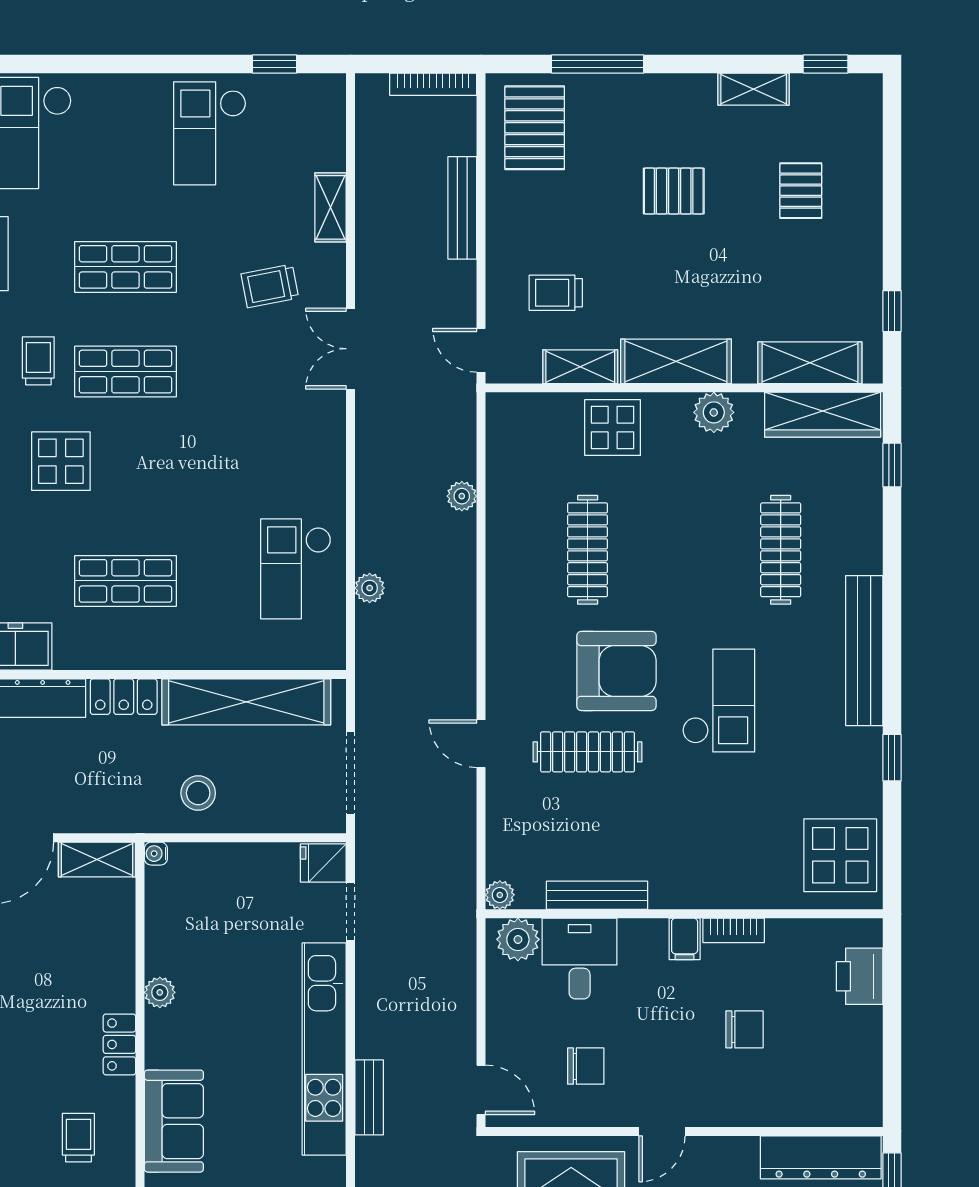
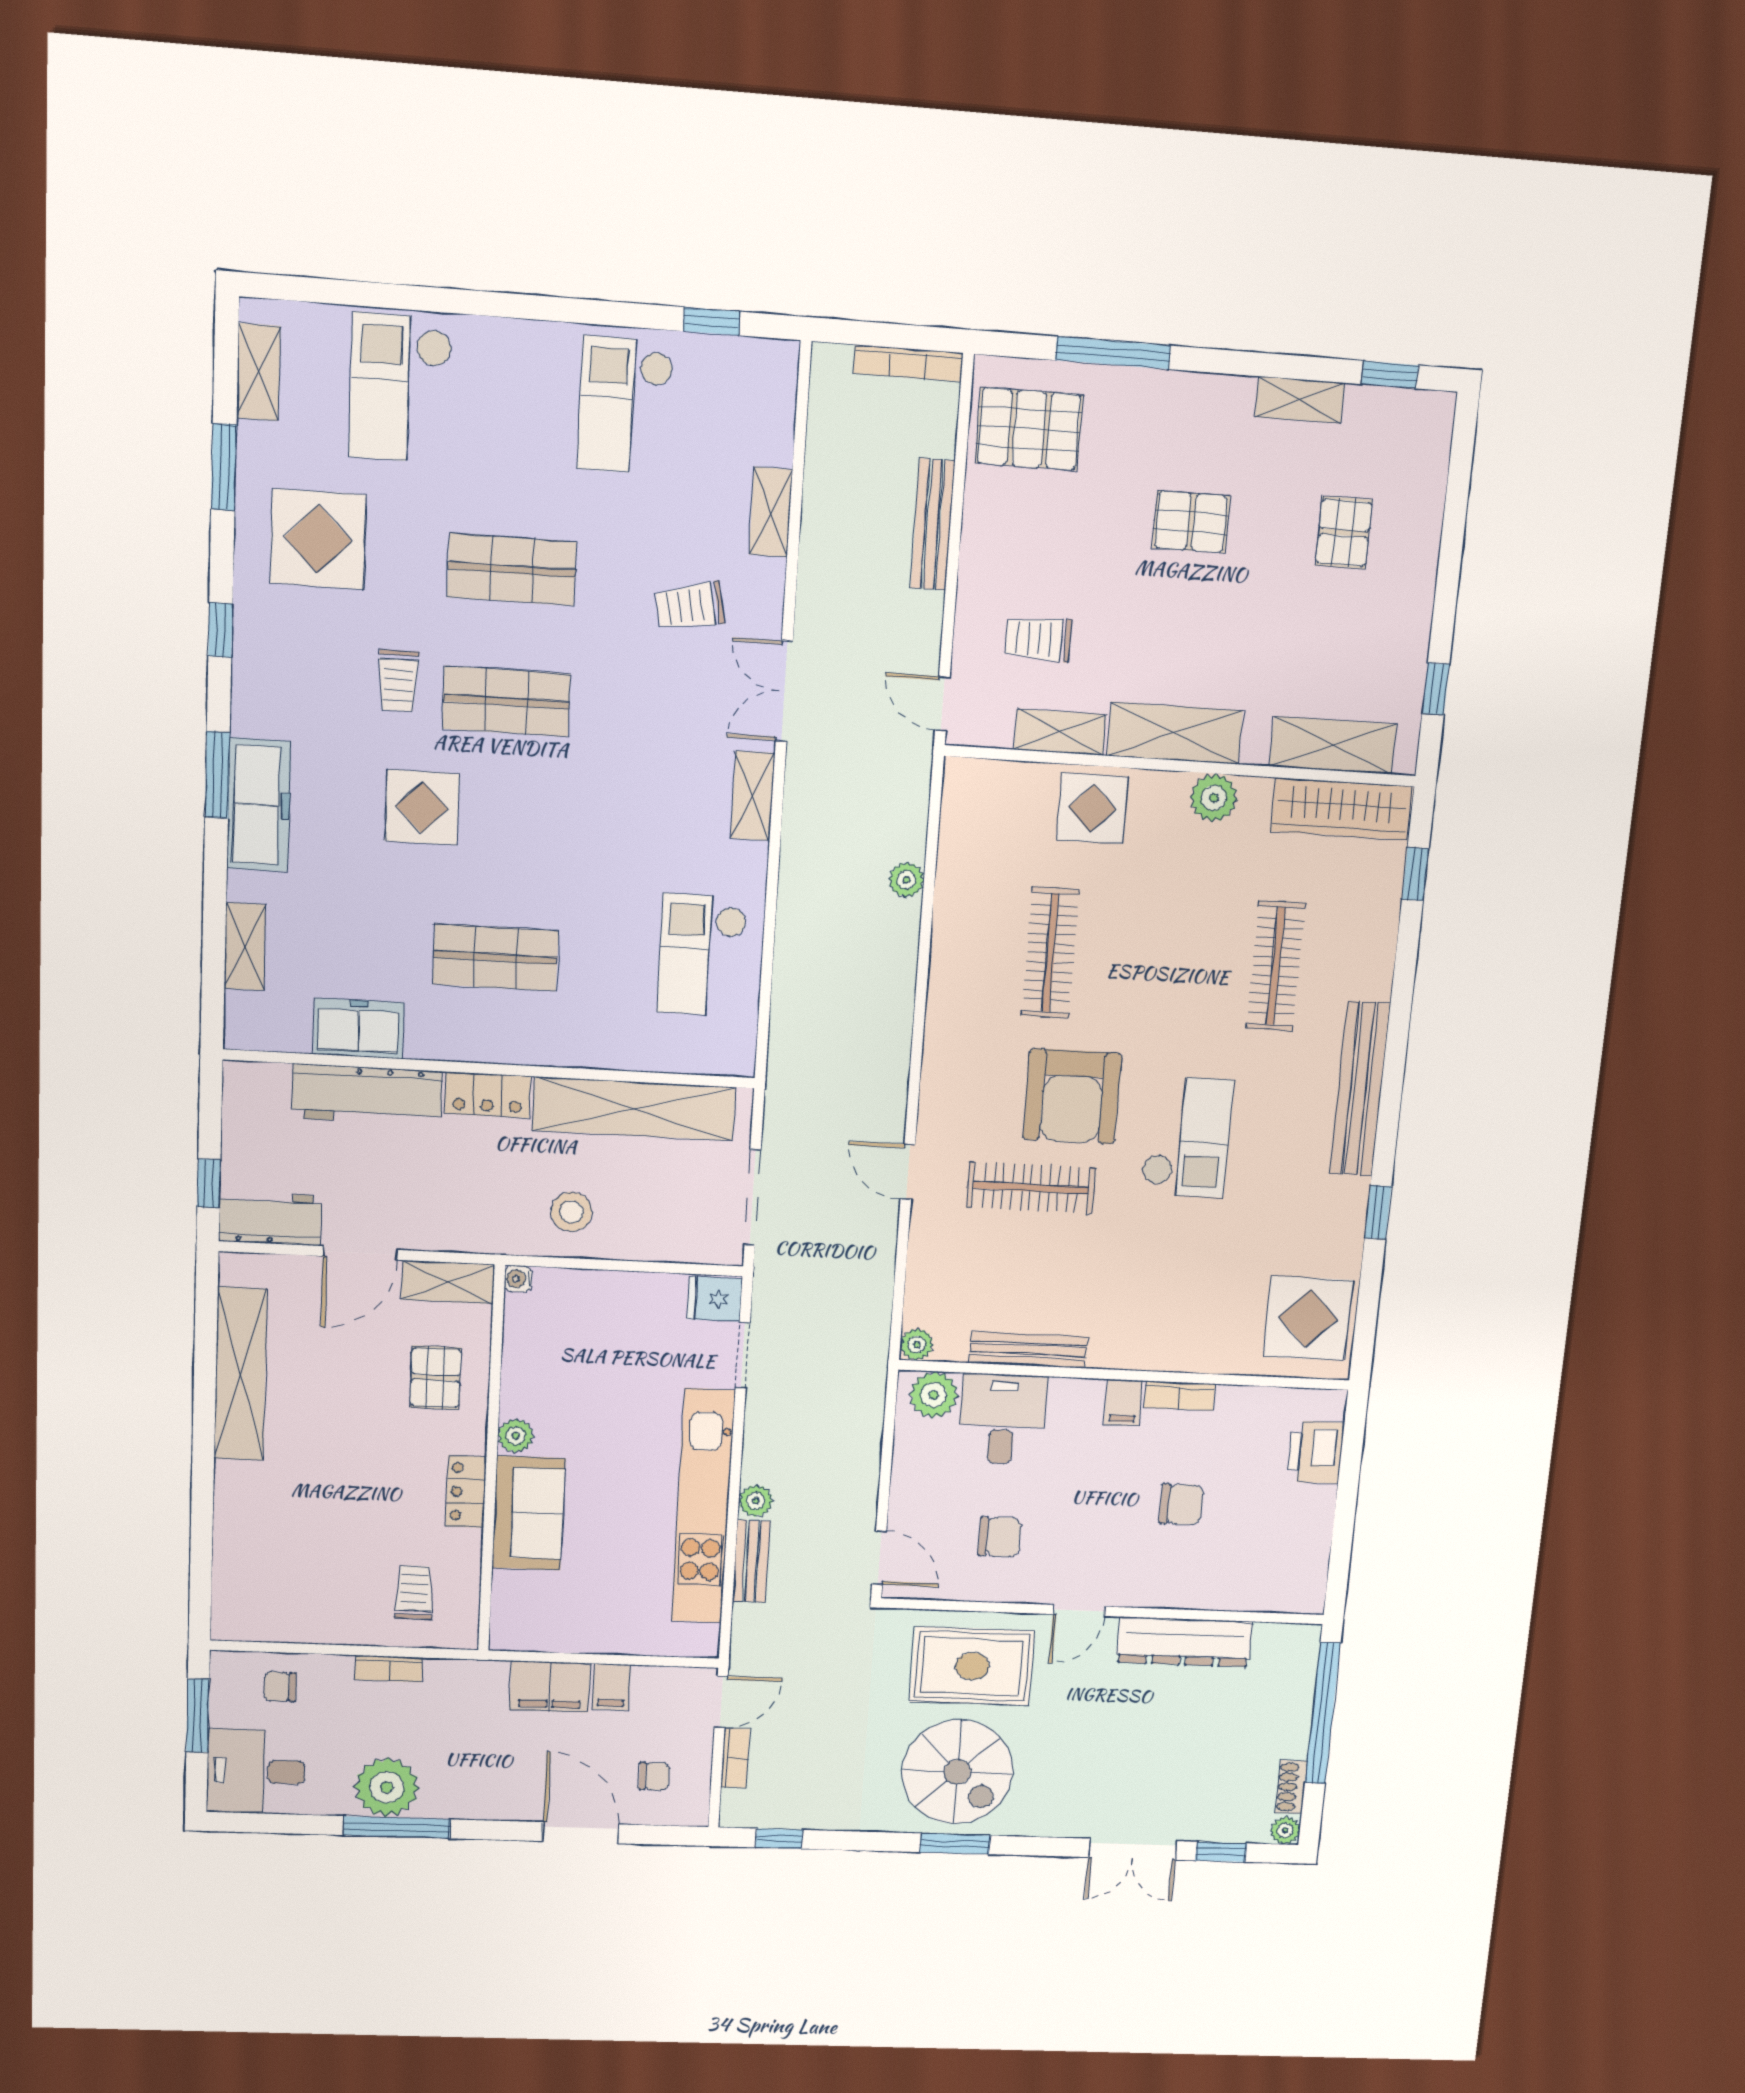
pallet: (535, 128) -> (1029, 429), turned 90
trolley: (38, 361) -> (398, 681), turned 180
shelving: (330, 435) -> (753, 796), added
plant: (370, 588) -> (756, 1501), moved
armchair: (616, 671) -> (1072, 1096), turned 90
pallet: (90, 944) -> (436, 1378), added
sofa: (174, 1121) -> (529, 1513), moved
dresser: (821, 1157) -> (1184, 1642), moved

